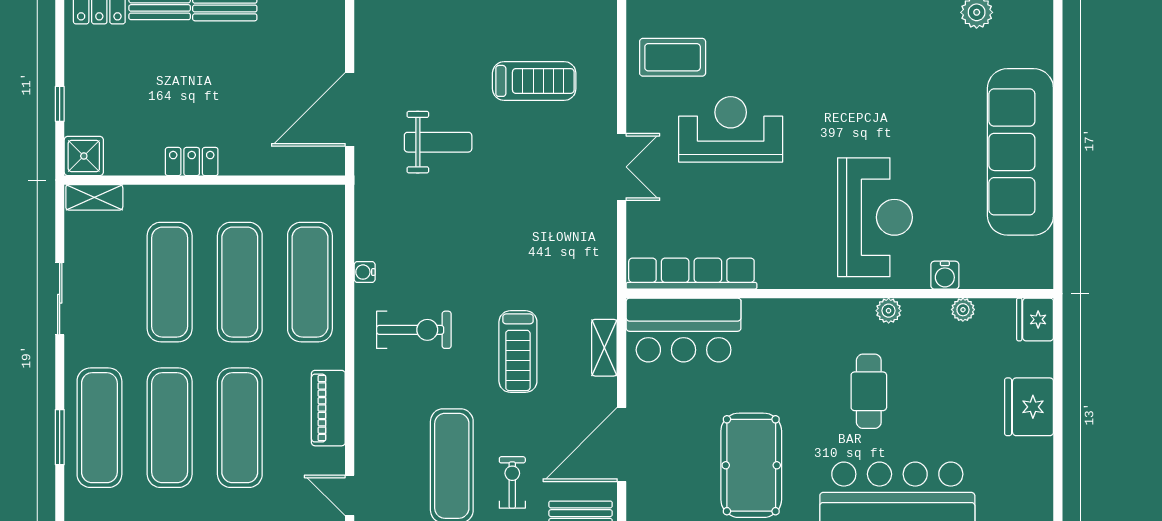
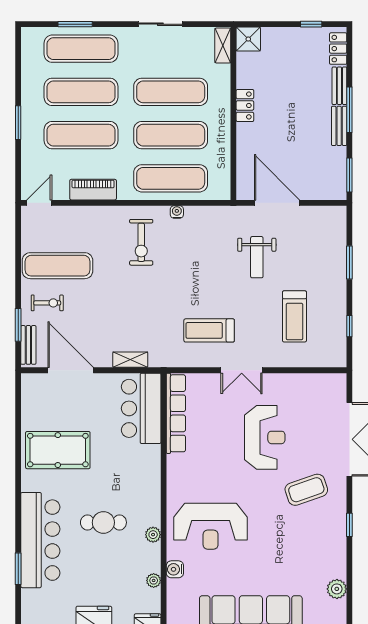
coffee table: (673, 57) -> (306, 490), moved, turned 71
window: (60, 104) -> (311, 24), moved
treadmill: (518, 352) -> (209, 330), moved

